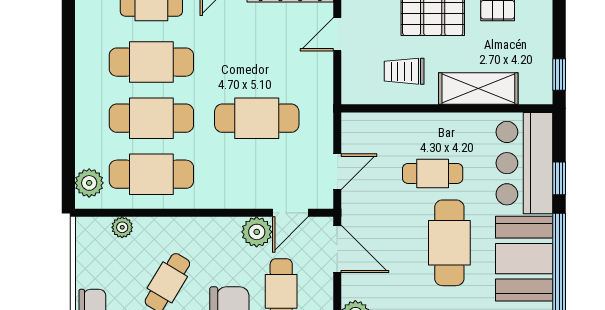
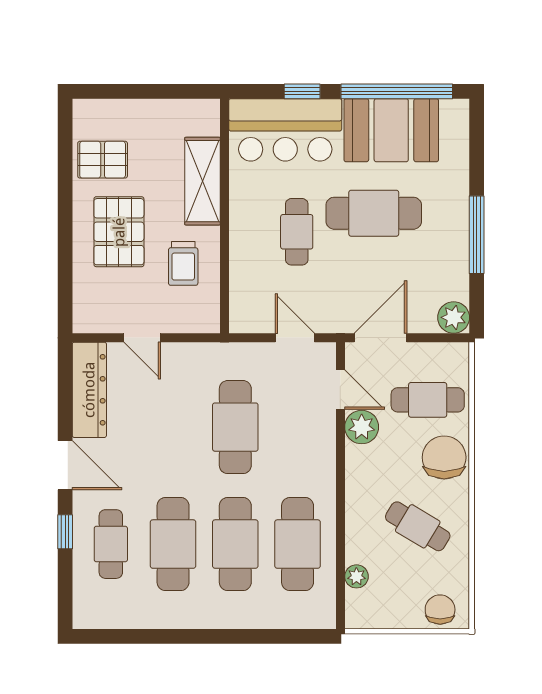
window: (559, 75) -> (187, 91), removed
plant: (89, 183) -> (307, 613), removed

